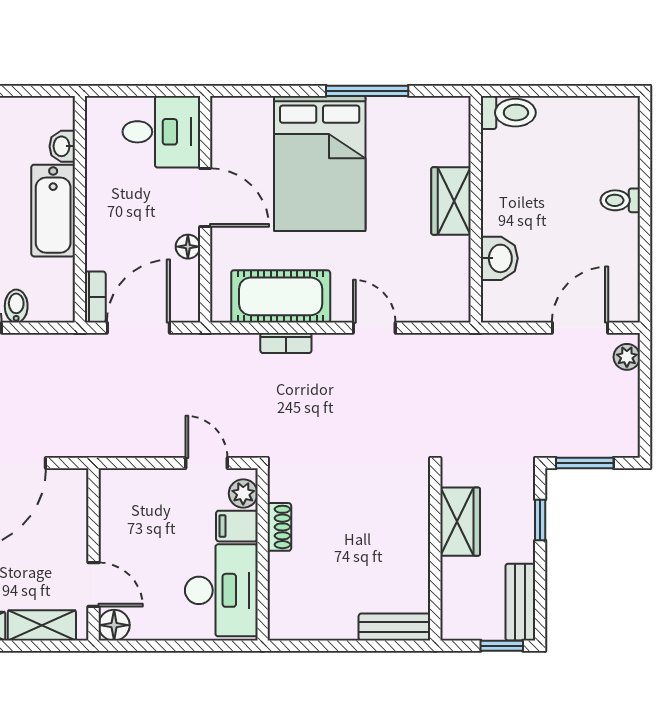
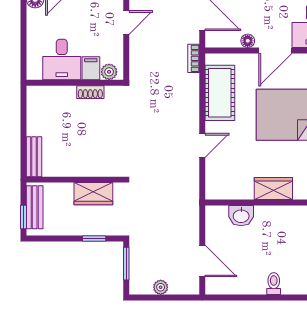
bookcase: (286, 343) -> (194, 58), moved
plant: (627, 357) -> (161, 287), moved
door: (206, 463) -> (126, 23), moved
desk: (221, 590) -> (62, 60), width x0.73
bench: (520, 602) -> (35, 207), moved, turned 90

